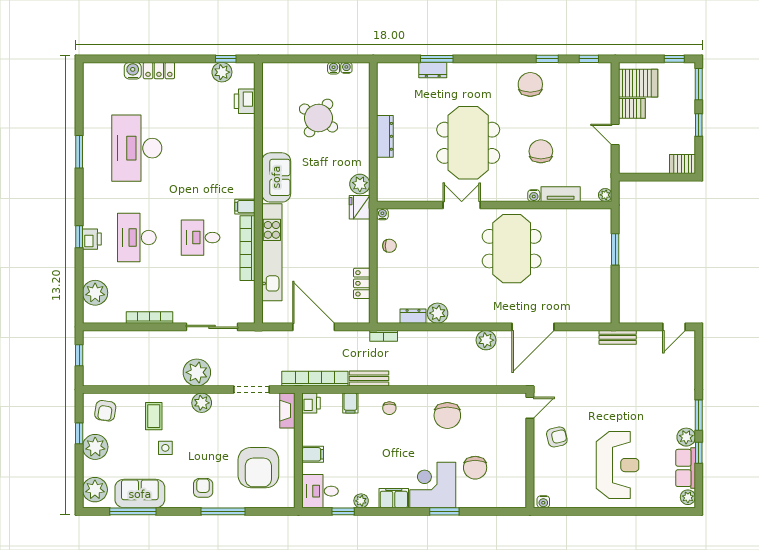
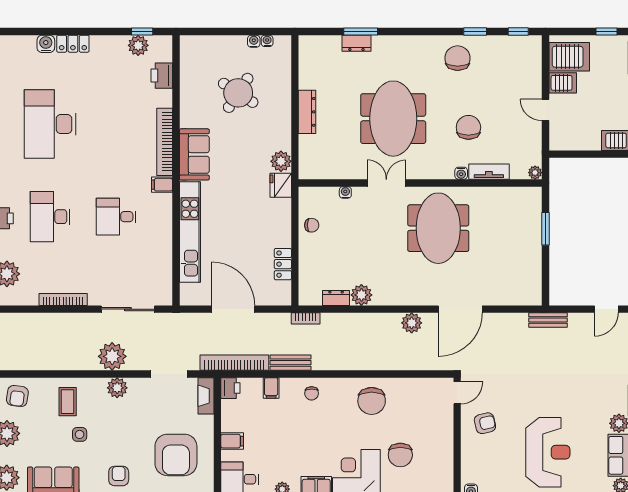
water cooler: (382, 214) -> (345, 192), moved
bookcase: (248, 248) -> (165, 142), moved

